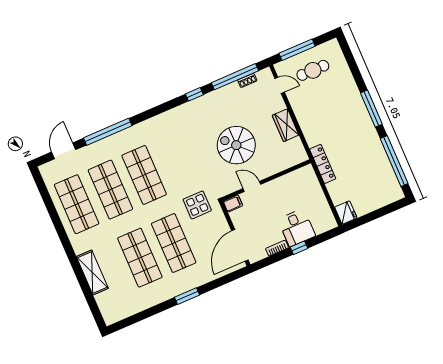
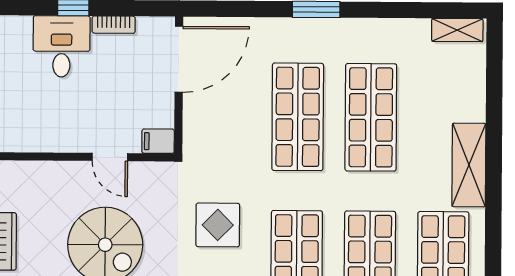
display table: (197, 205) -> (218, 225), moved
shelving: (92, 272) -> (469, 165), moved
shelving: (118, 315) -> (457, 30), added

